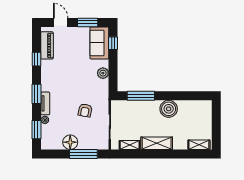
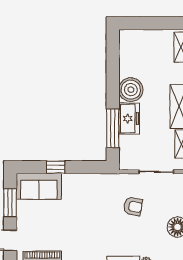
window: (113, 43) -> (56, 167), moved
plant: (103, 73) -> (81, 181), removed
freezer: (148, 108) -> (129, 119), added

